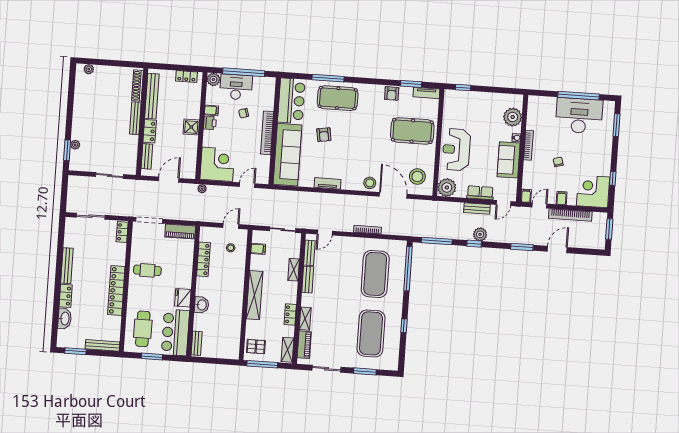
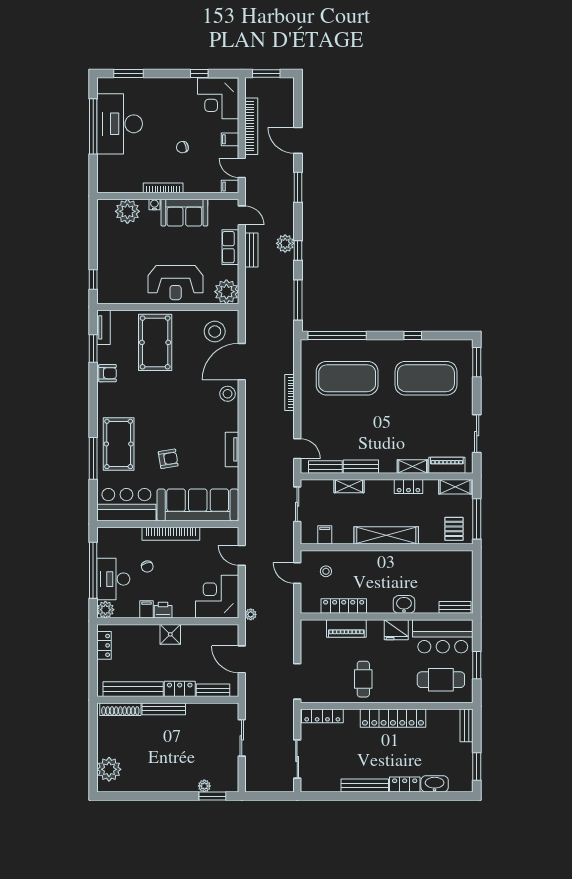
plant: (89, 69) -> (109, 769), width x1.88, depth x1.88
piano: (180, 231) -> (346, 628), moved, turned 90
locker: (122, 232) -> (322, 716), width x1.53
bench: (102, 345) -> (467, 725), width x0.73
window: (365, 371) -> (477, 362), moved

